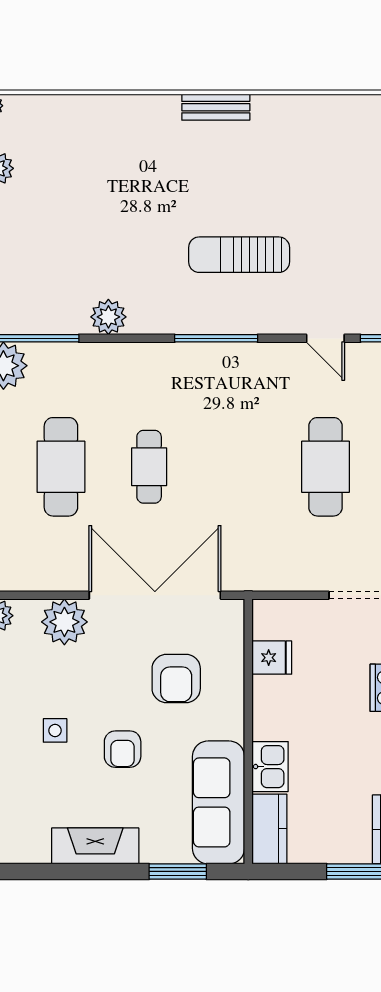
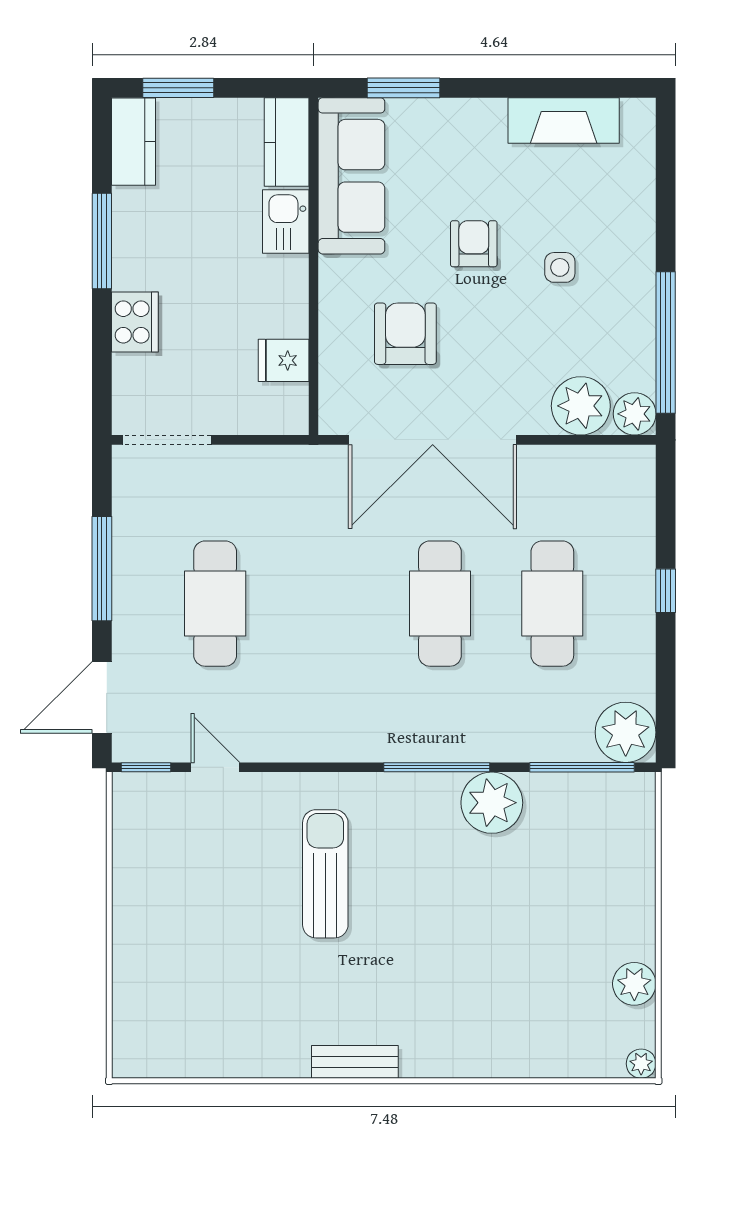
sun lounger: (239, 255) -> (325, 874), turned -90
plant: (108, 317) -> (492, 803), width x1.36, depth x1.36
window: (216, 338) -> (437, 767), moved
cafe table: (149, 467) -> (440, 604), width x1.37, depth x1.35
plant: (64, 622) -> (581, 406), moved
fireplace: (95, 846) -> (564, 120), moved

